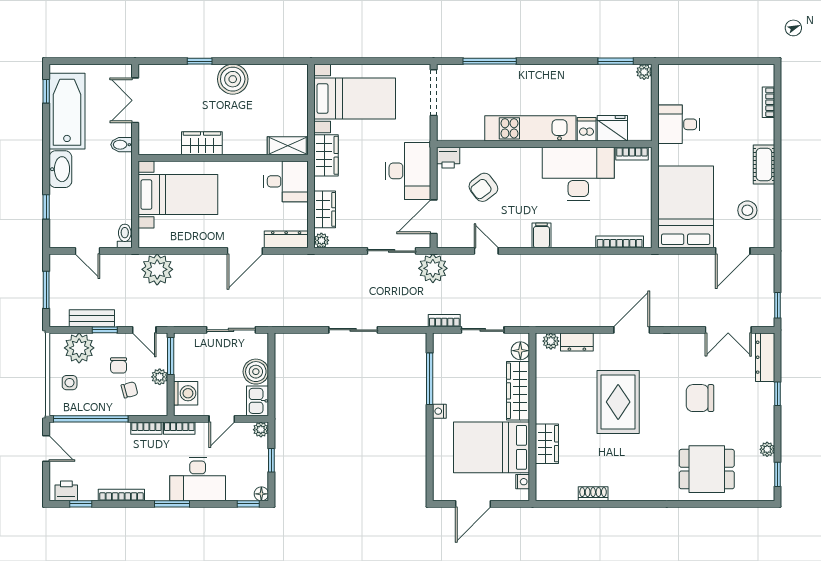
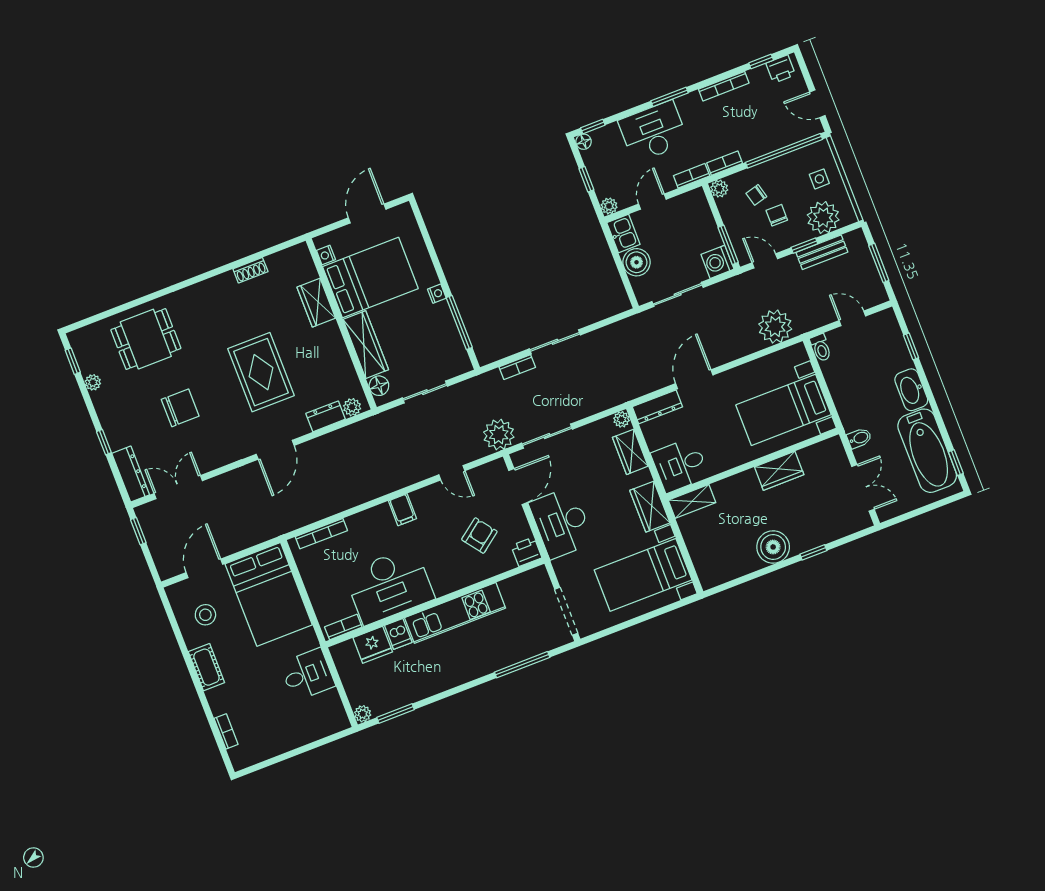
bookcase: (444, 321) -> (517, 367), moved
plant: (160, 377) -> (719, 189), moved
washing machine: (186, 393) -> (717, 262), moved

